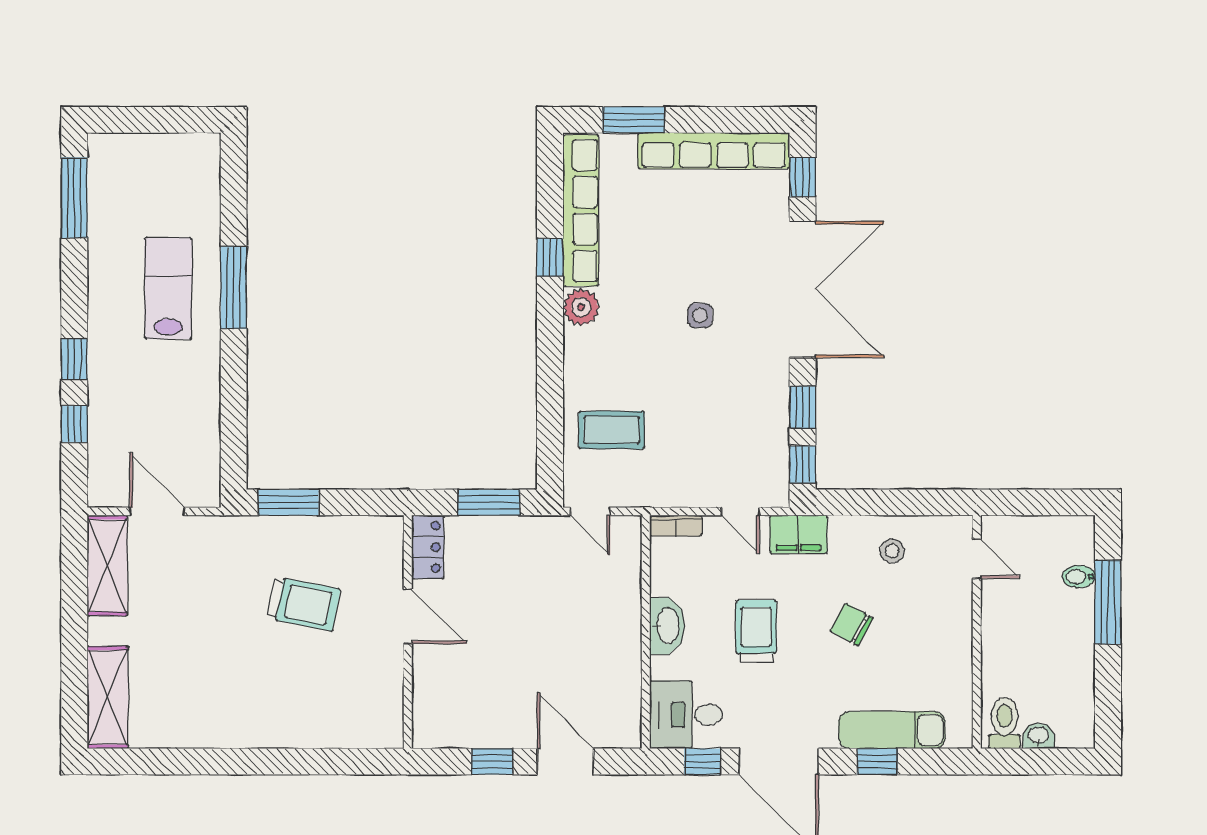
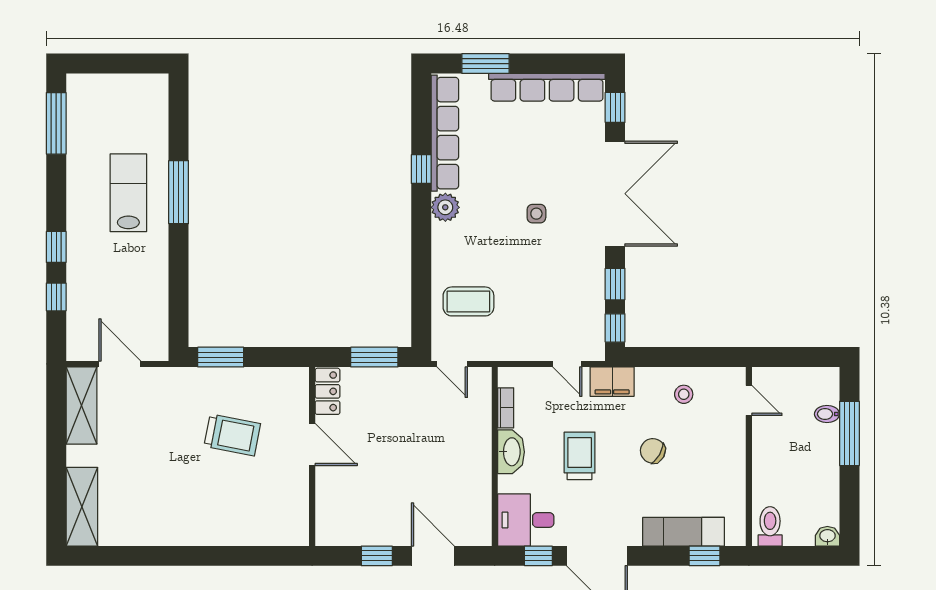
bookcase: (676, 526) -> (506, 408), moved, turned -90
washbasin: (1038, 736) -> (827, 536), moved
window: (877, 761) -> (705, 556), moved

